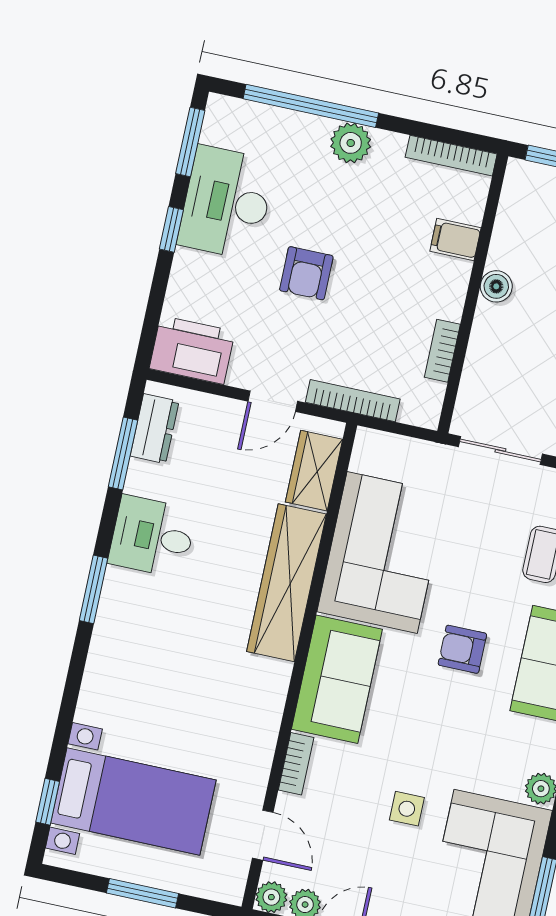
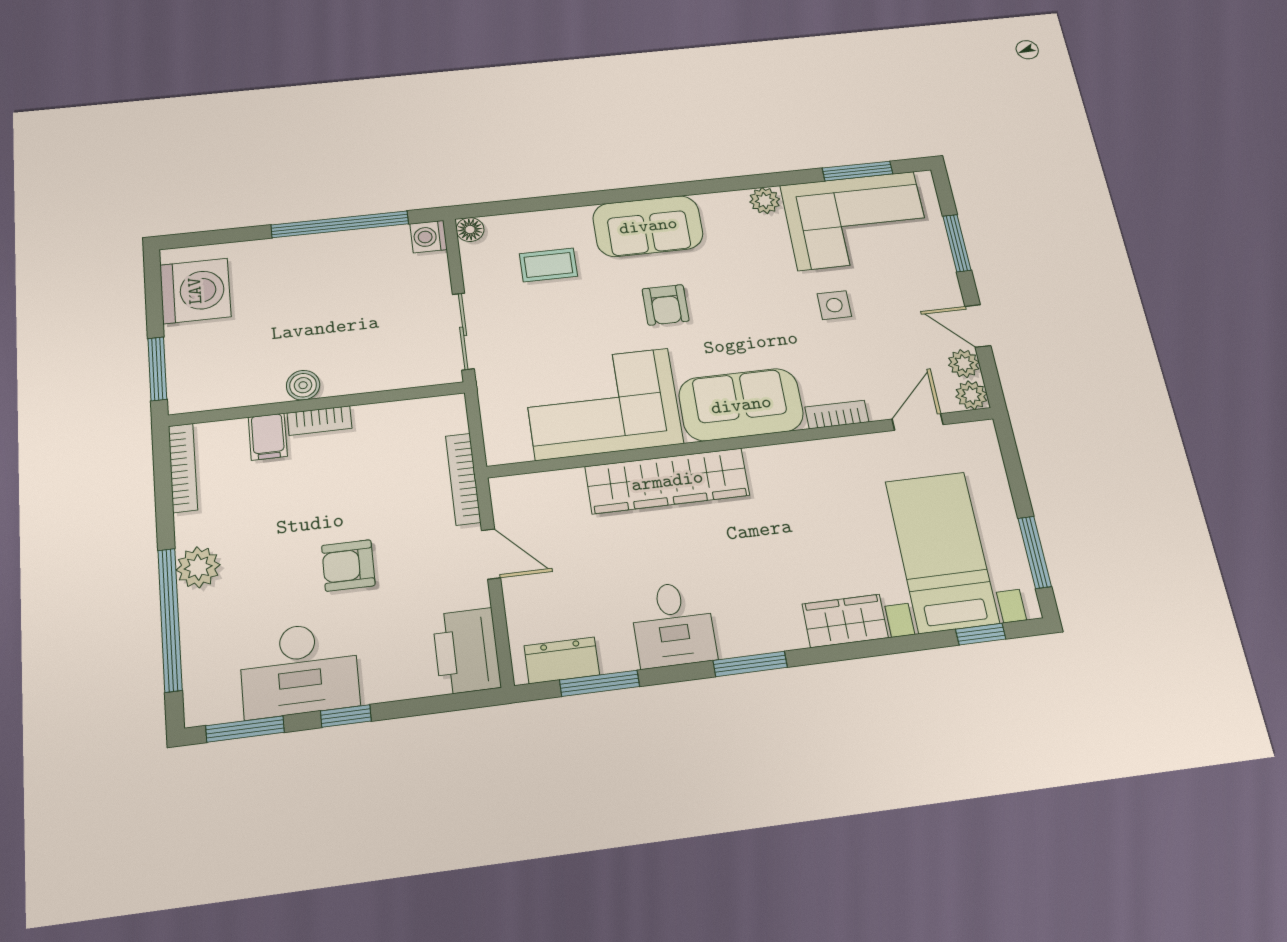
armchair: (306, 273) -> (348, 565), turned 180
bookcase: (442, 351) -> (319, 421), moved
wardrobe: (314, 471) -> (845, 621), moved, turned 180
window: (143, 893) -> (1035, 552), moved

